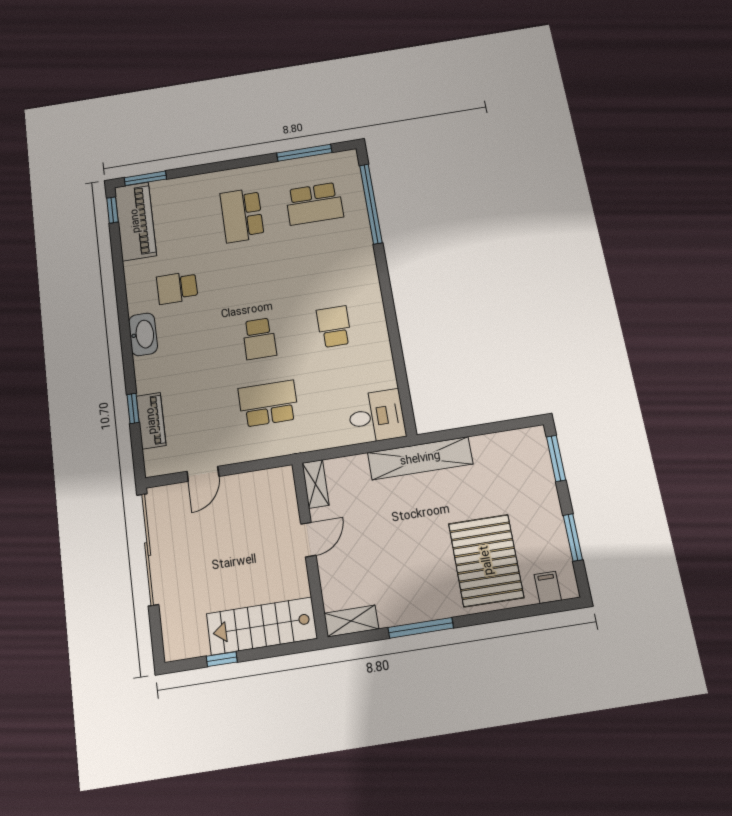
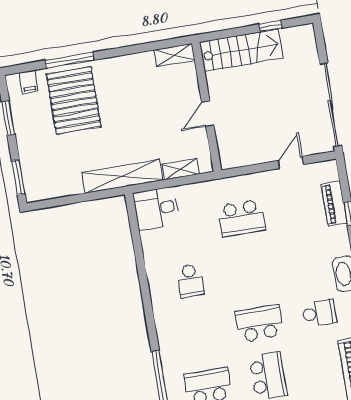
school desk: (259, 339) -> (259, 323), moved, width x1.85
shelving: (316, 484) -> (181, 169), moved, turned 90
window: (421, 628) -> (70, 60), moved

